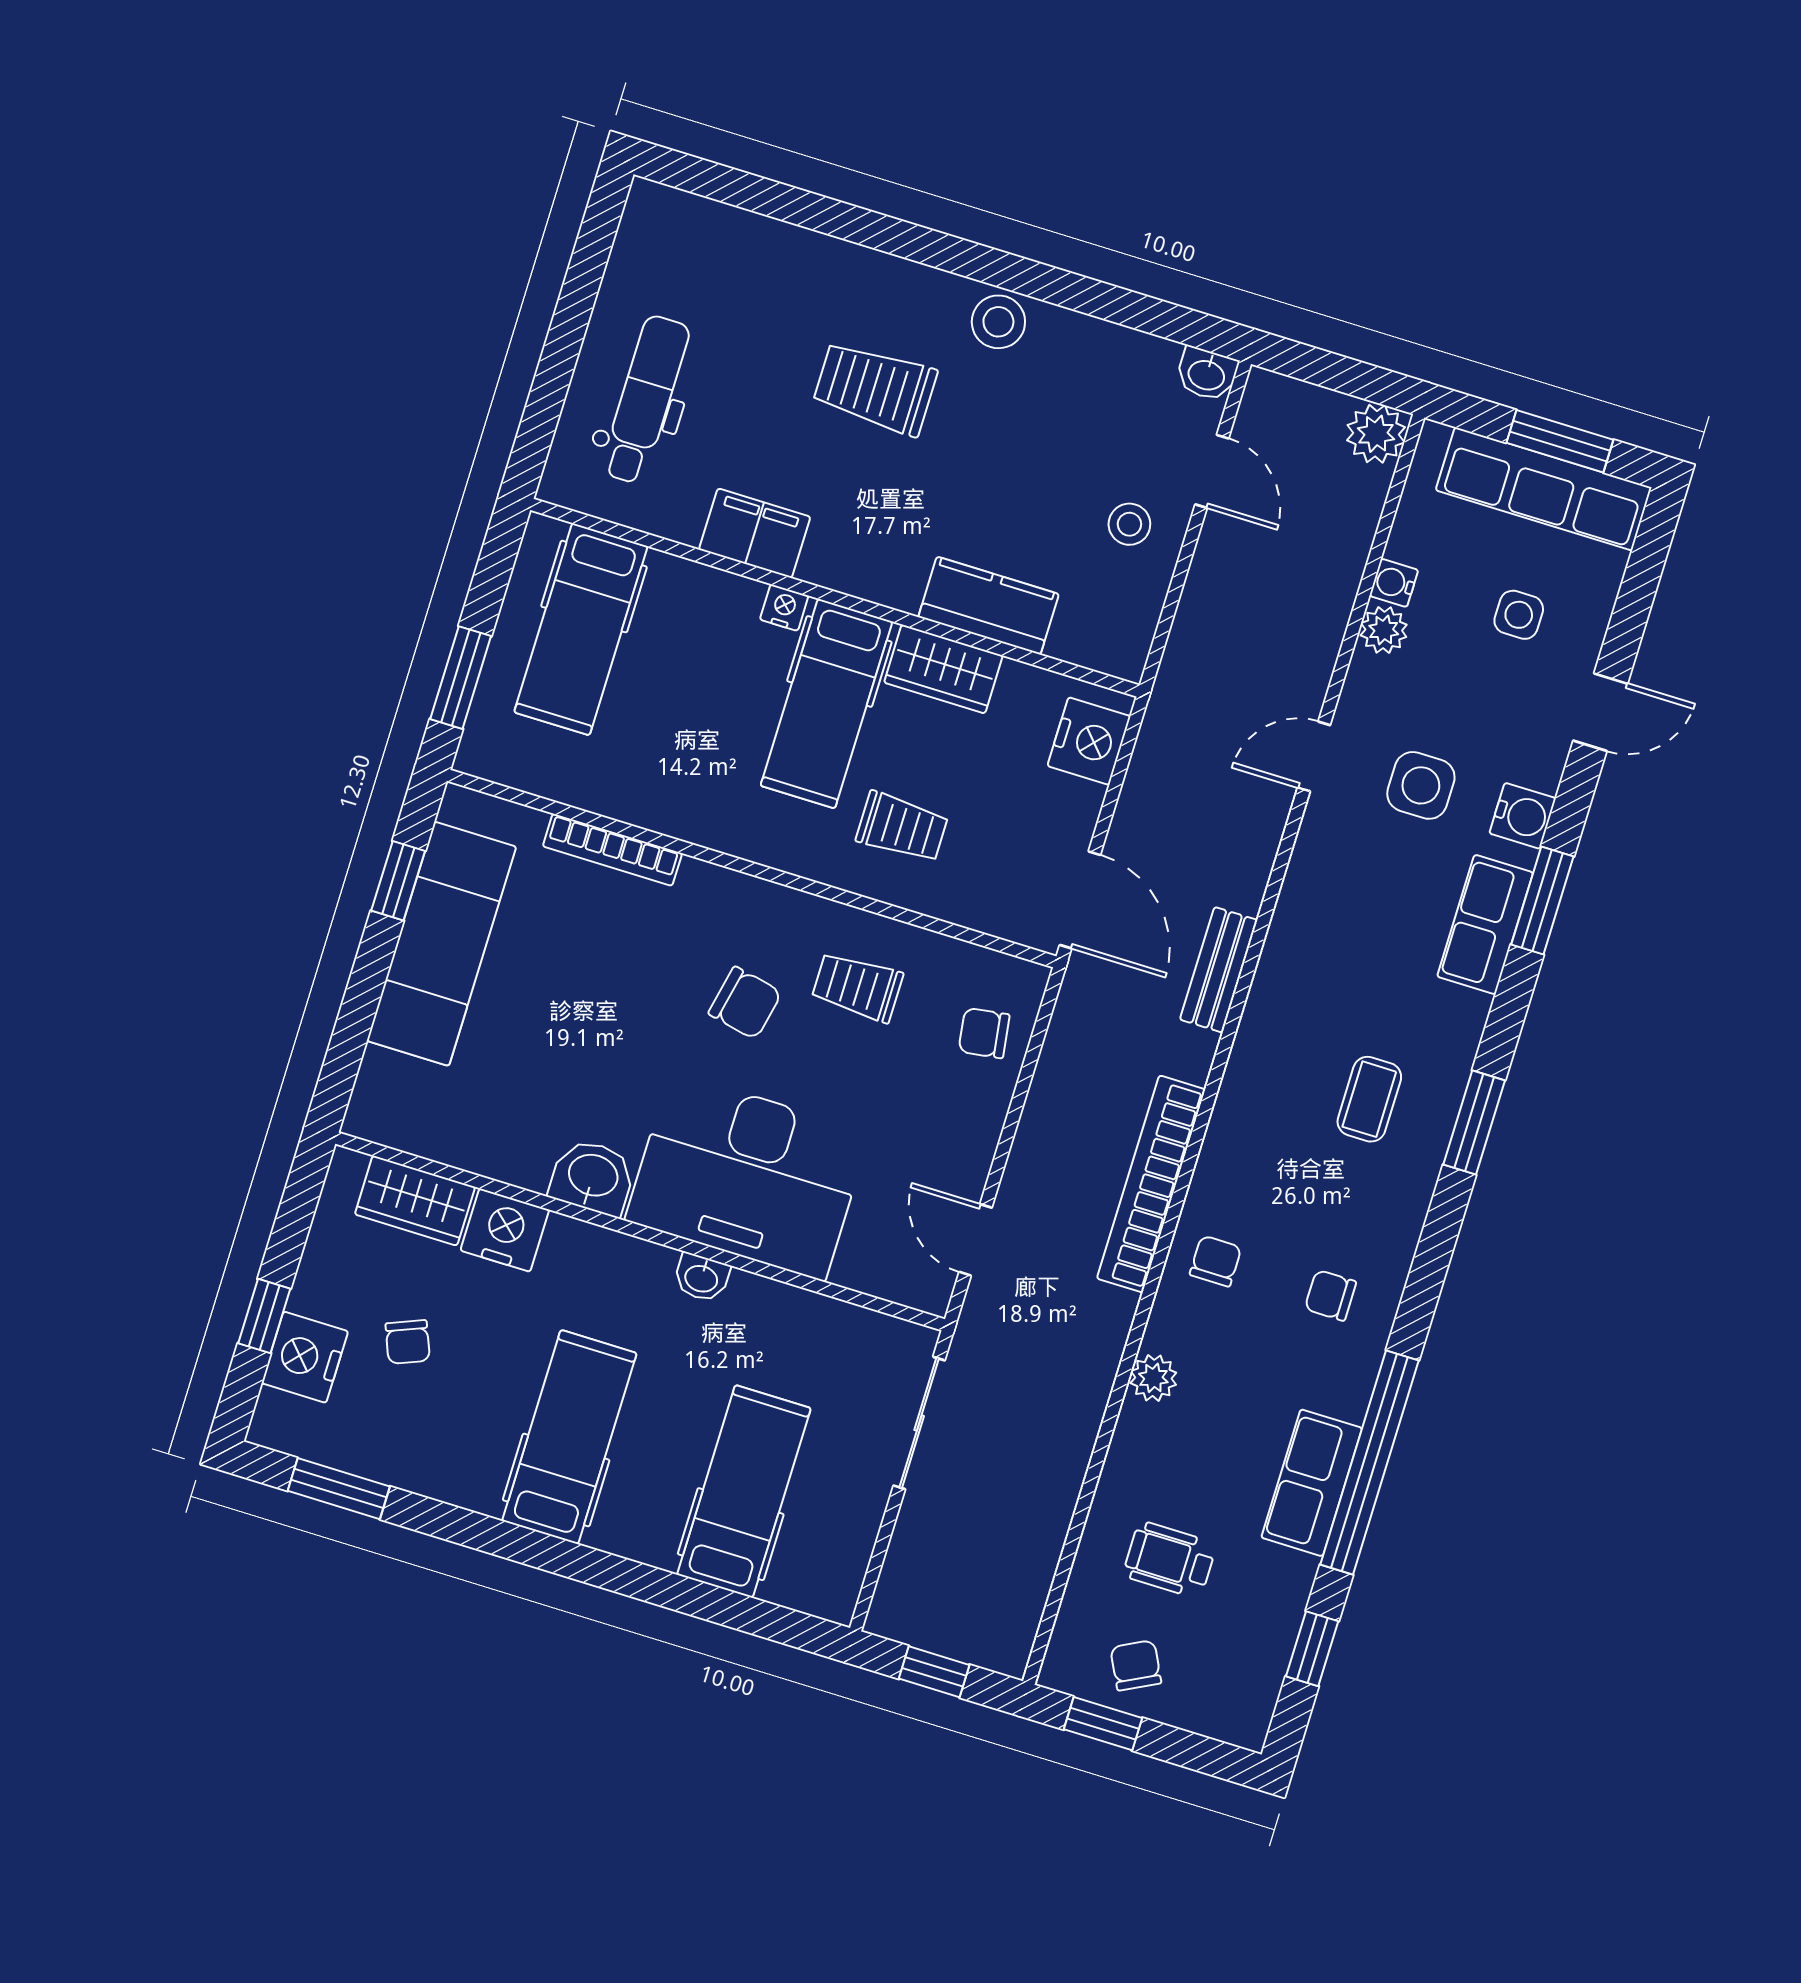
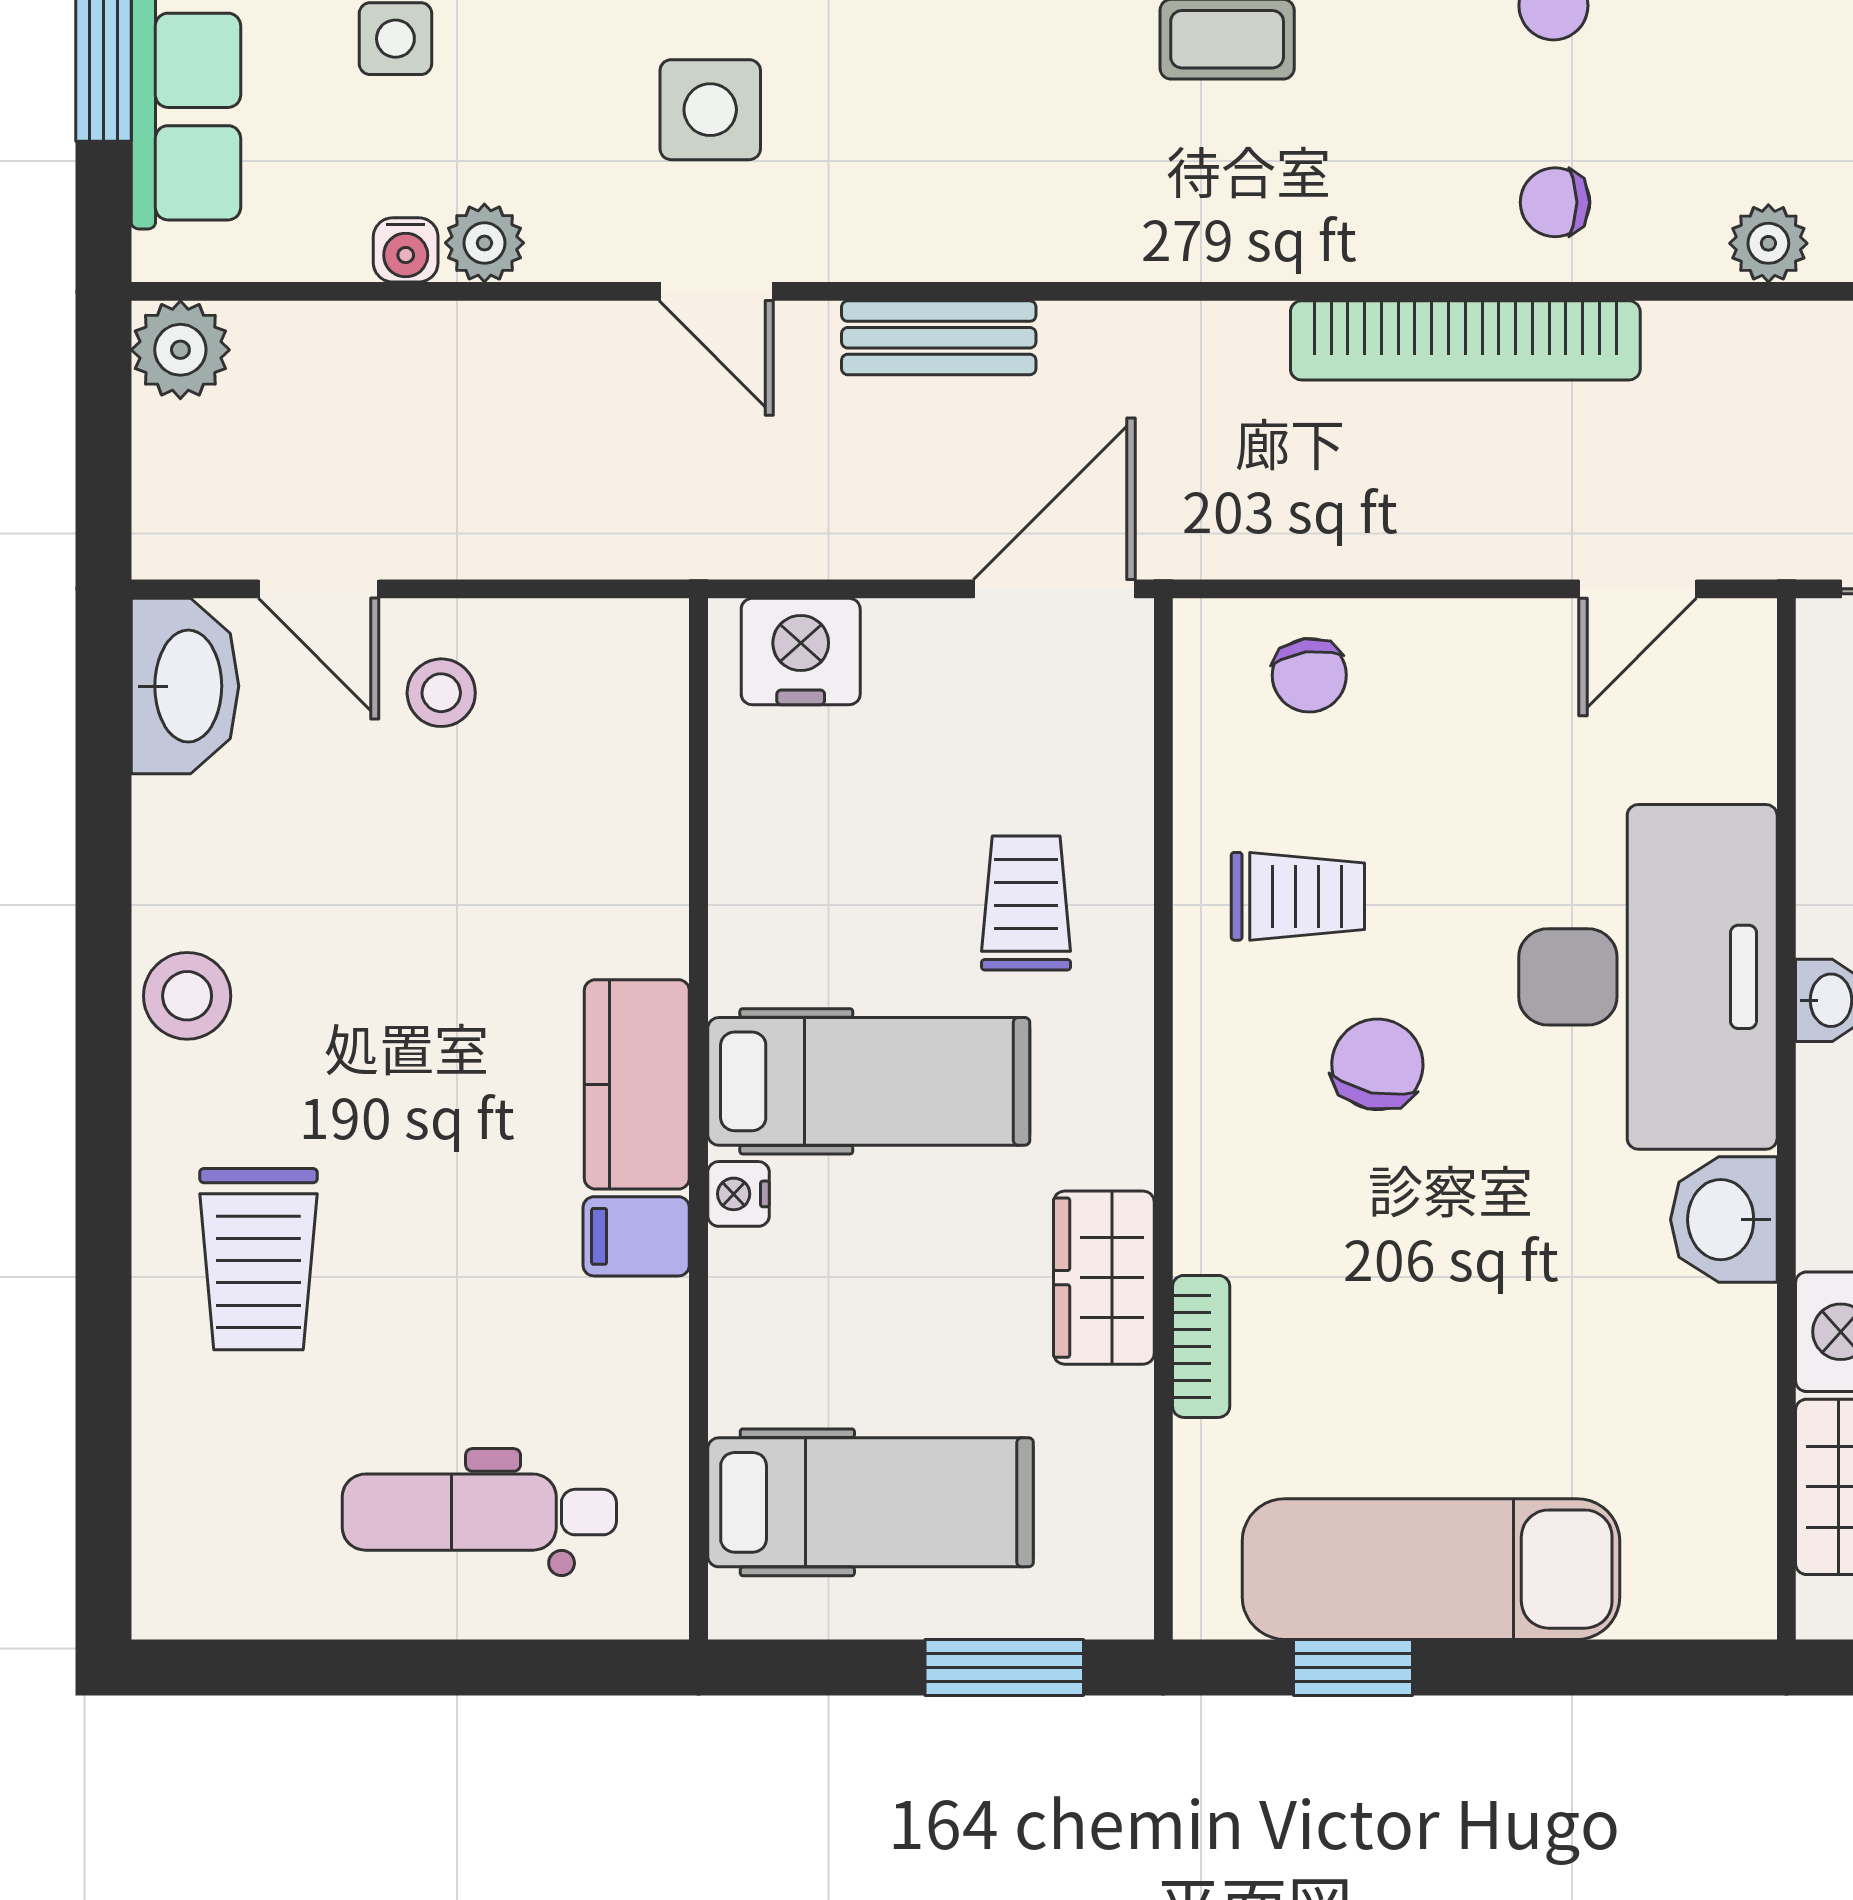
washbasin: (1207, 374) -> (185, 686), width x1.91, depth x1.45
trolley: (875, 388) -> (258, 1259), moved
door: (1212, 471) -> (319, 589), swing flipped
filing cabinet: (755, 533) -> (636, 1236), width x0.50
kitchen counter: (989, 606) -> (637, 1084), moved
wardrobe: (943, 669) -> (1104, 1278), moved, turned 180
bookcase: (612, 850) -> (1201, 1346), width x0.64
bench: (1219, 970) -> (939, 338), moved
trolley: (857, 987) -> (1298, 896), turned -90

